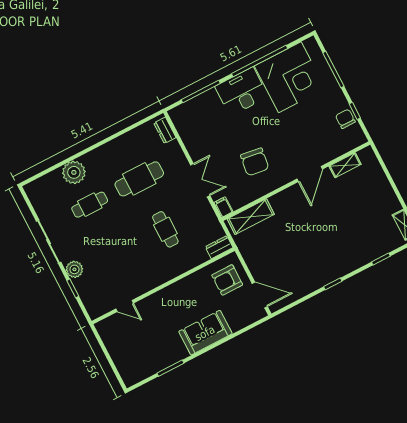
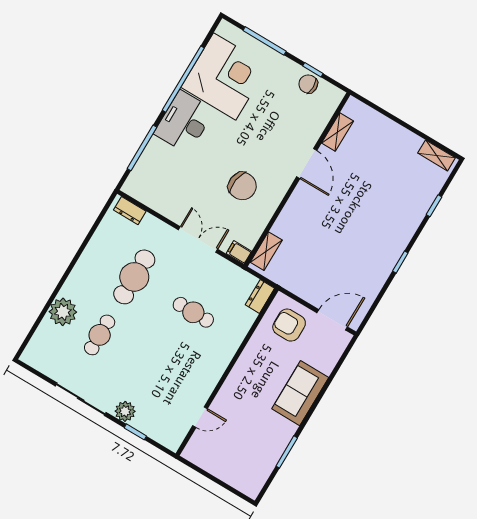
shelving: (251, 217) -> (266, 251), width x0.67, depth x0.75
armchair: (227, 280) -> (289, 325), turned 90

